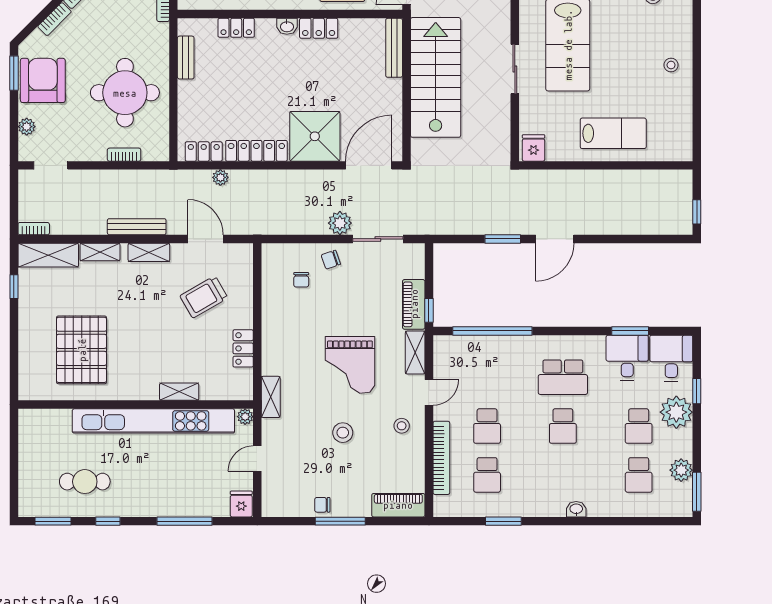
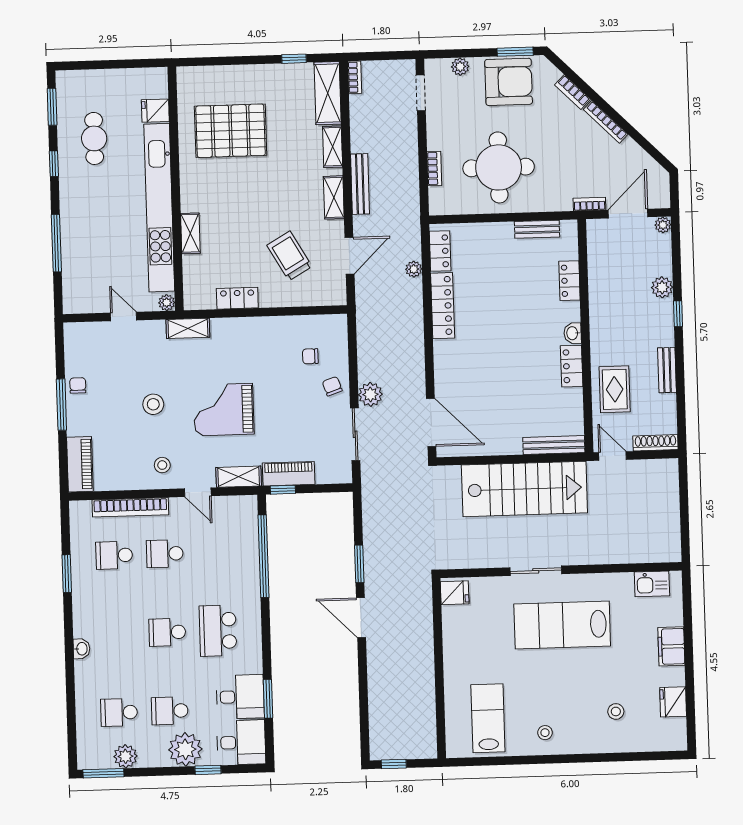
lab bench: (613, 133) -> (488, 718), moved, turned 180
shower: (315, 136) -> (460, 366), removed
fridge: (241, 504) -> (155, 111), moved, turned 180

